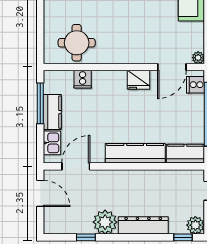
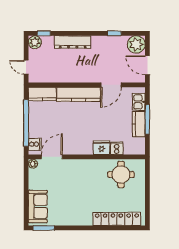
fridge: (139, 80) -> (101, 148), moved
window: (40, 103) -> (147, 119), moved
door: (76, 166) -> (111, 85), moved
plant: (105, 222) -> (136, 44), moved

